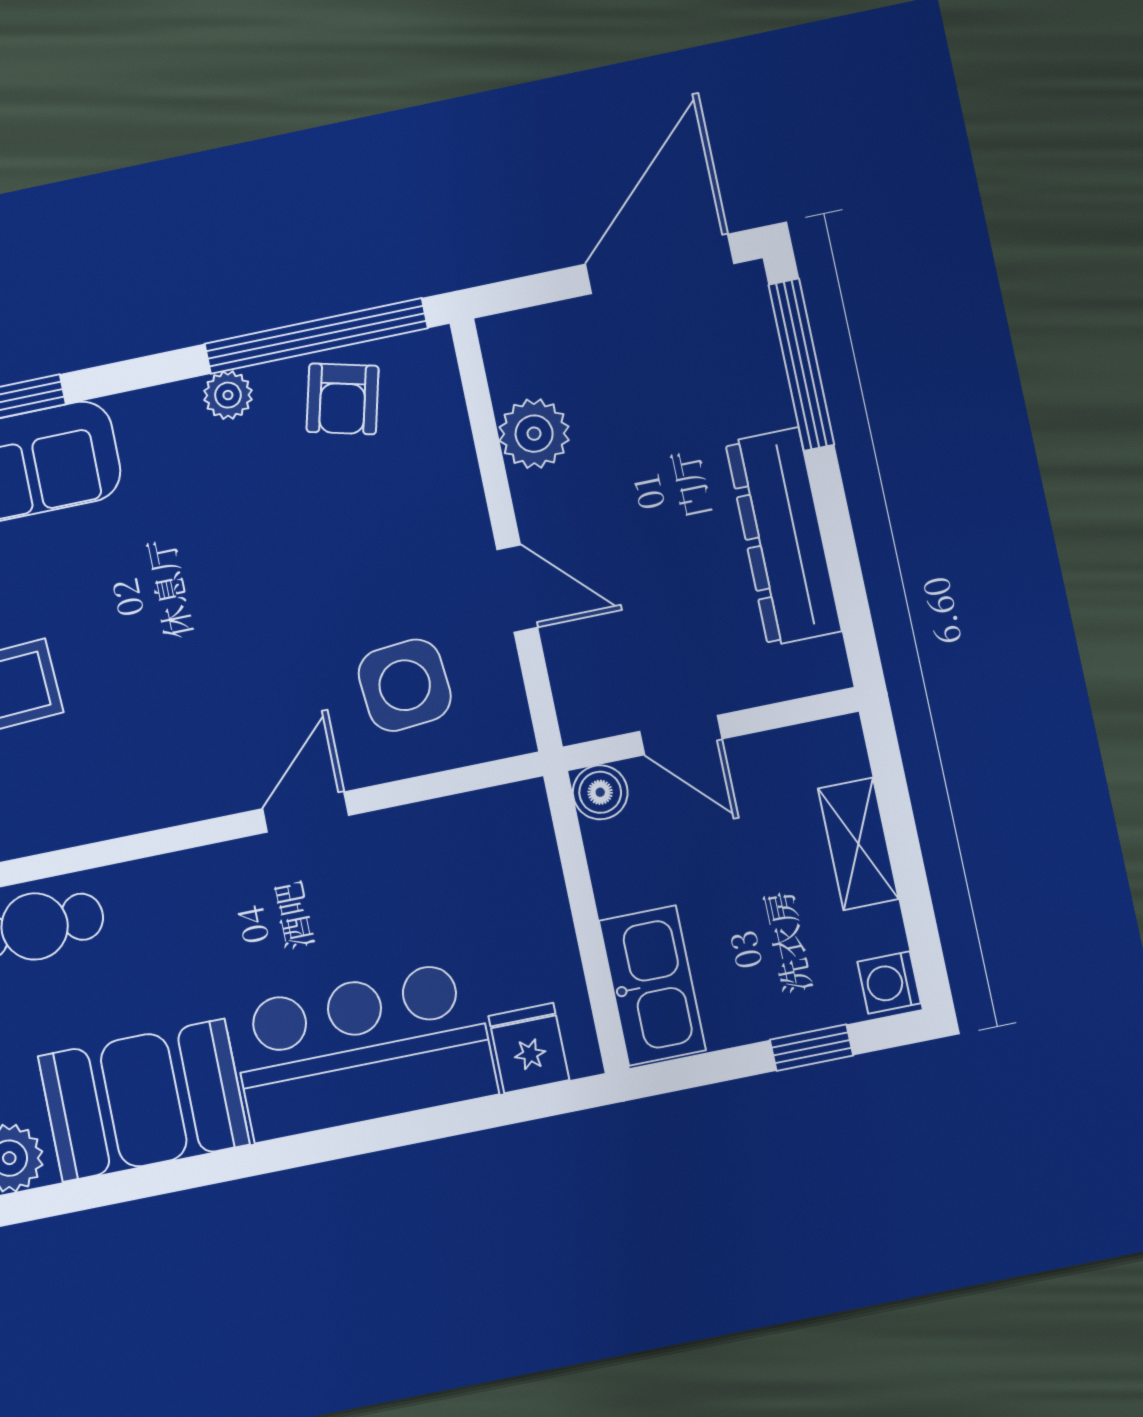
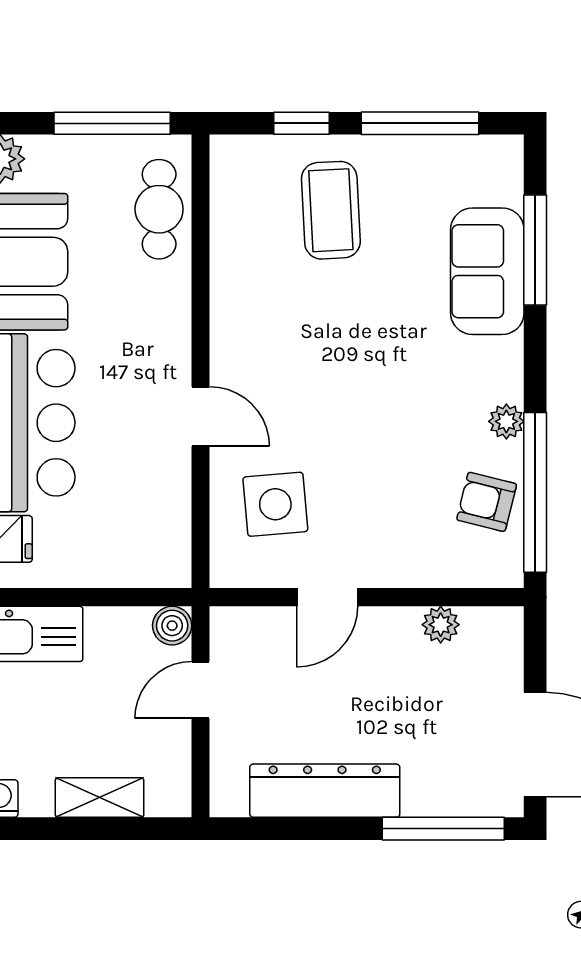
plant: (534, 434) -> (441, 625), width x0.73, depth x0.73

